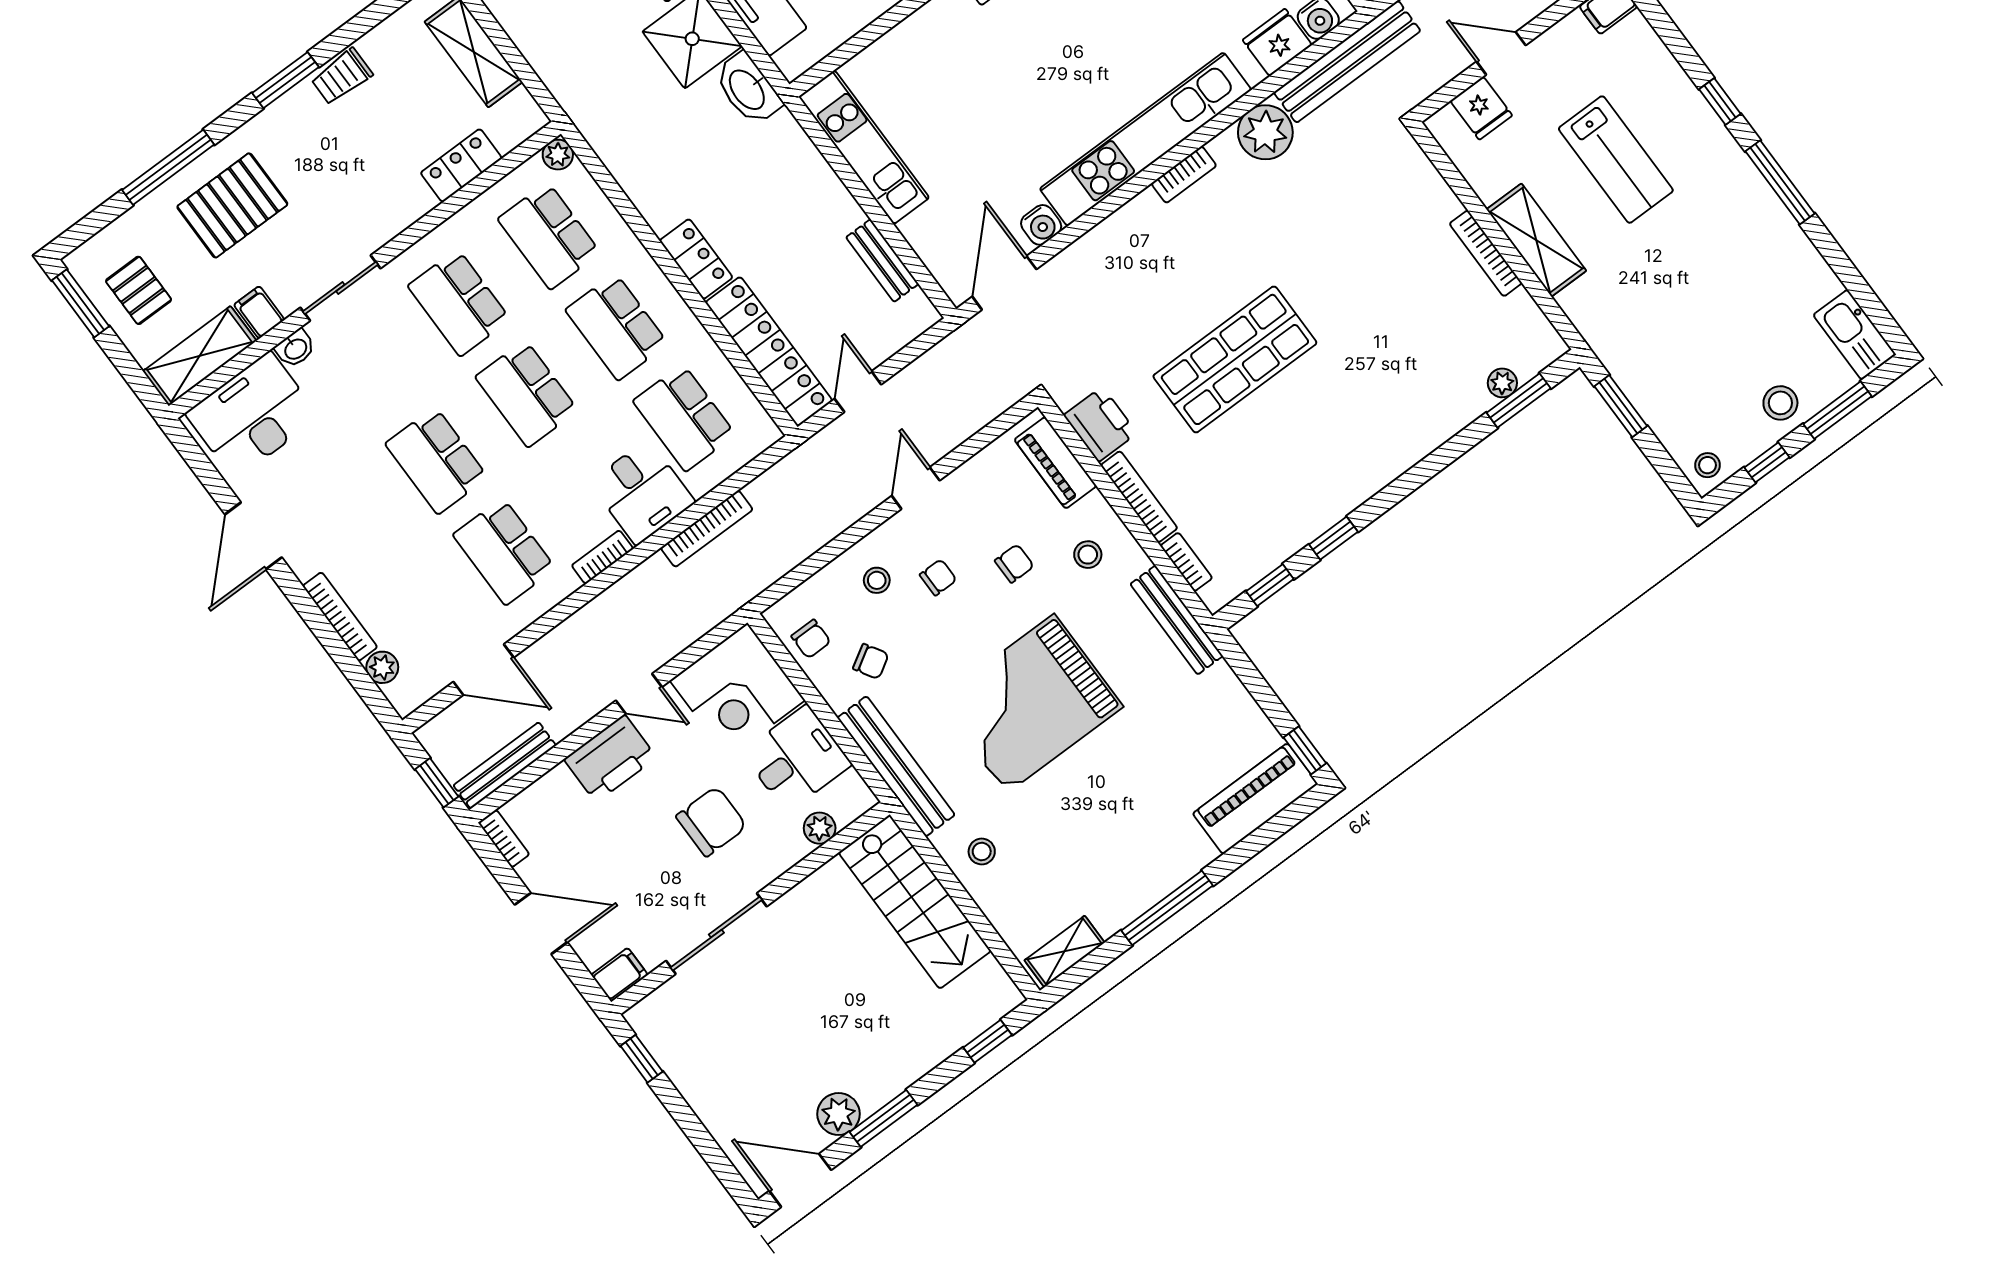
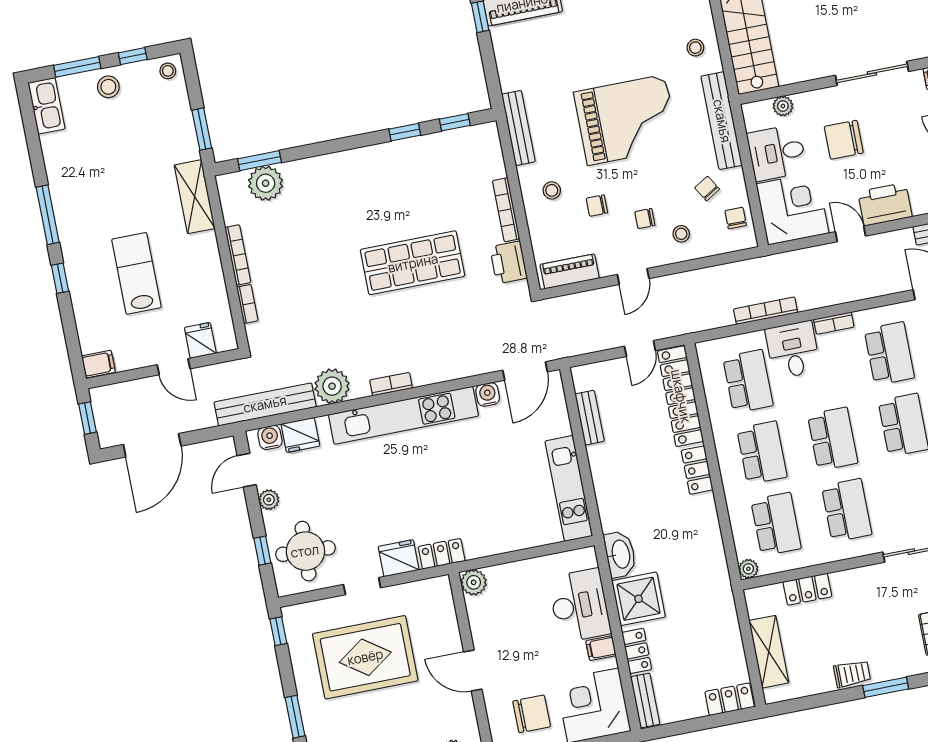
shelving: (1536, 240) -> (195, 197), moved
plant: (1502, 383) -> (266, 183), width x1.87, depth x1.87
piano: (1055, 463) -> (570, 271), moved, turned -90
bookcase: (1186, 562) -> (247, 304), moved, turned 180

